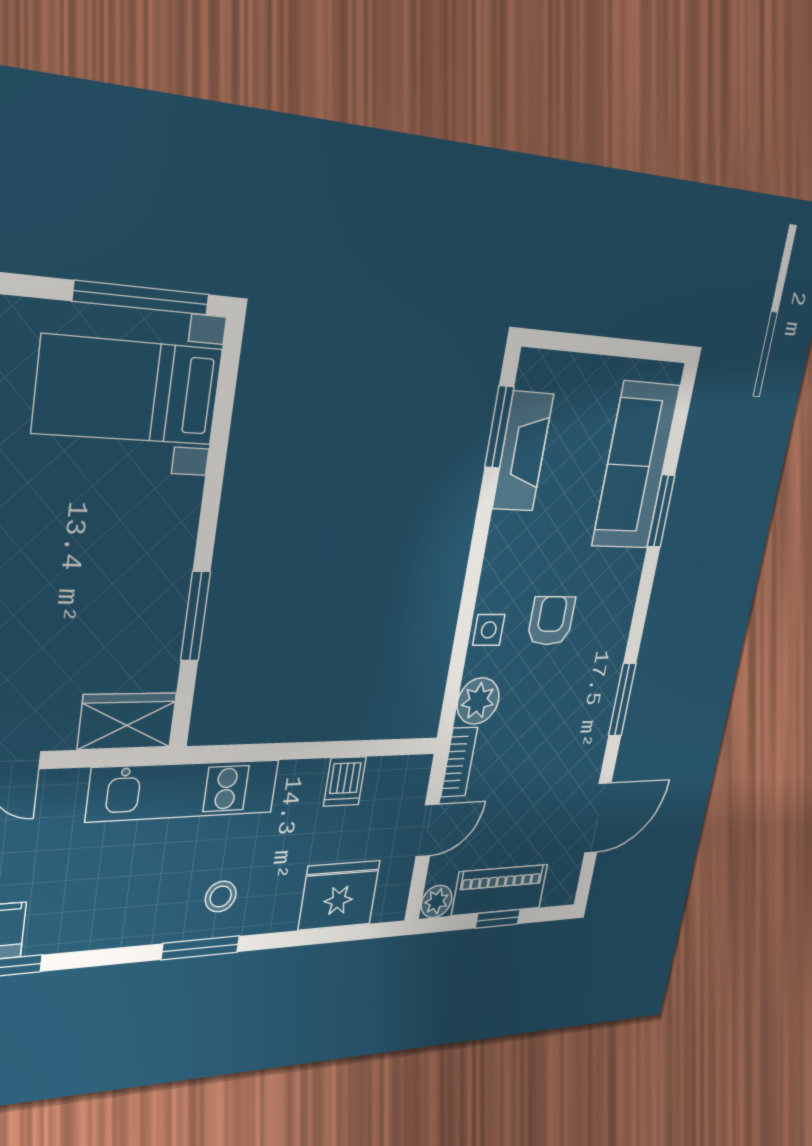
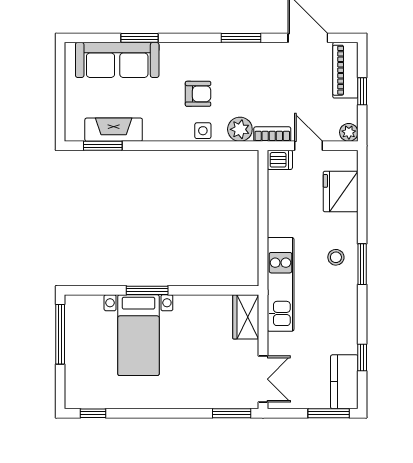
bed with nightstands: (128, 391) -> (138, 335), moved
window: (195, 616) -> (147, 290), moved
armchair: (551, 621) -> (198, 94), turned 180
dishwasher: (345, 781) -> (280, 160), moved
piano: (500, 890) -> (345, 70), moved

